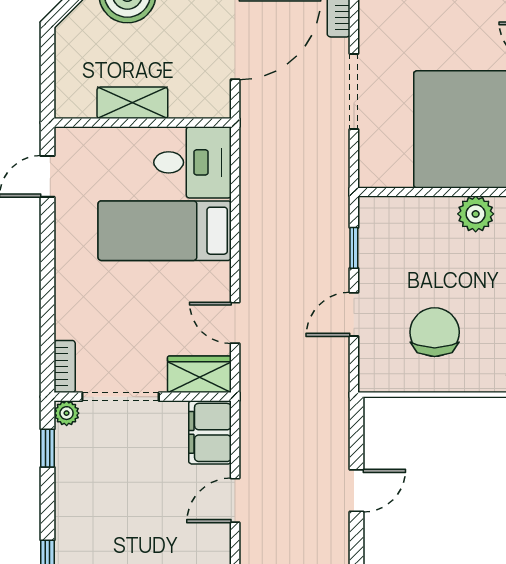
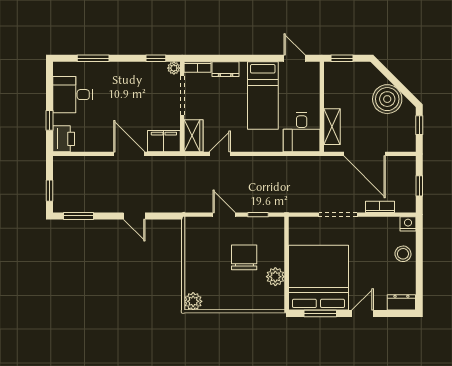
window: (48, 83) -> (342, 58), added
shelving: (132, 103) -> (332, 127), moved
bed: (165, 231) -> (263, 96), moved, turned 180
dresser: (69, 311) -> (226, 69), added
chair: (435, 332) -> (244, 257), moved, turned -90
door: (235, 500) -> (129, 154), width x1.37

